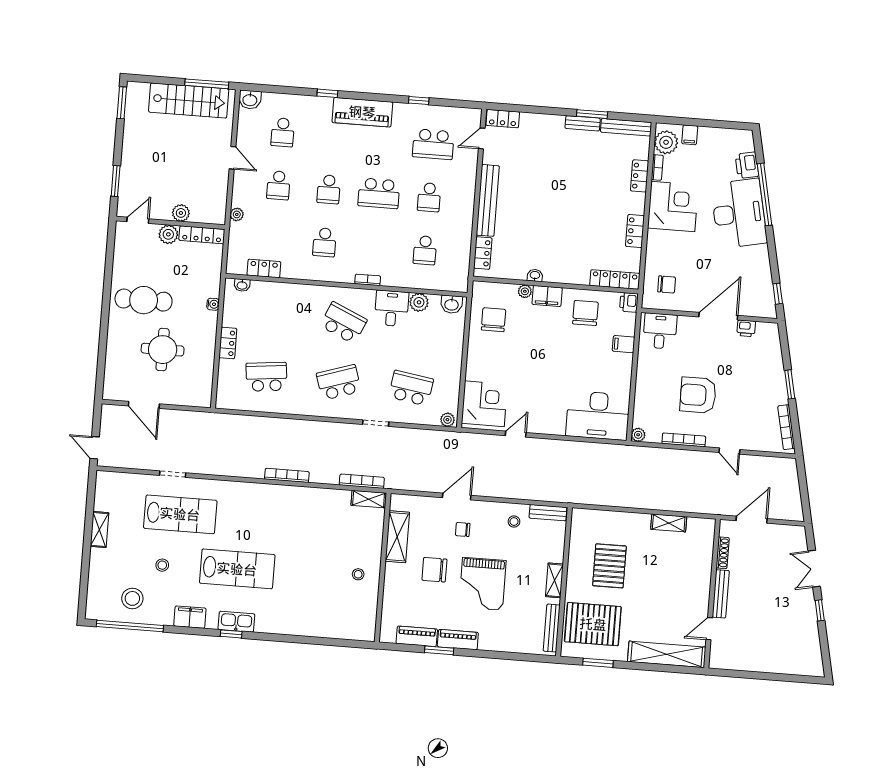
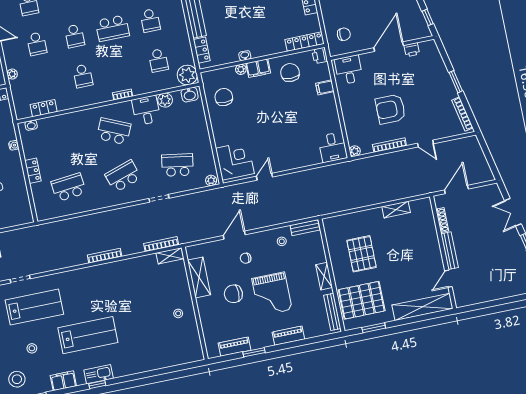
plant: (456, 279) -> (187, 75), added
desk: (598, 416) -> (333, 147), width x0.53, depth x0.77
piano: (458, 640) -> (288, 336), moved

